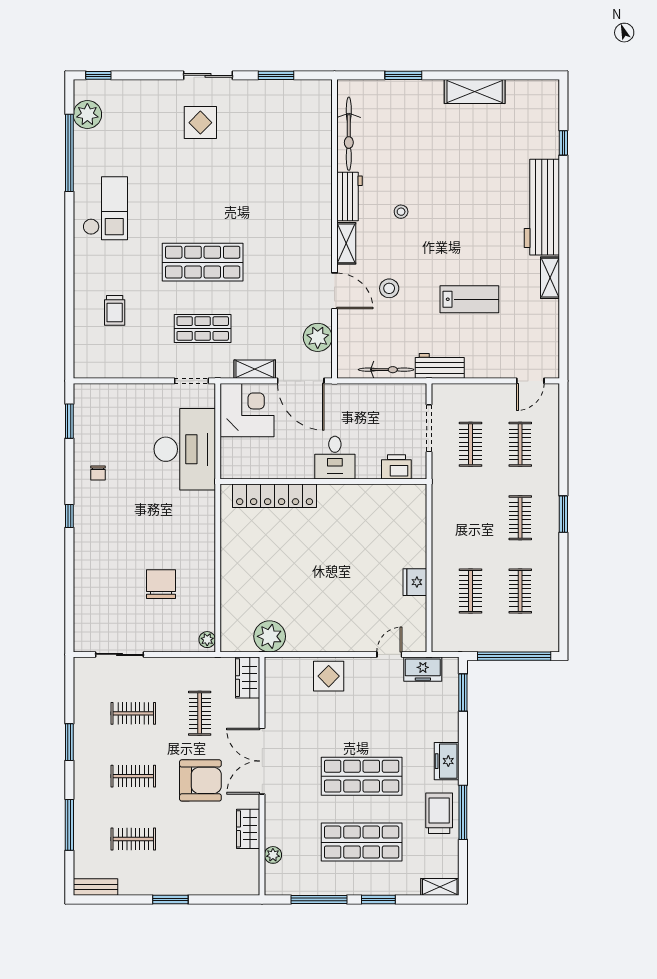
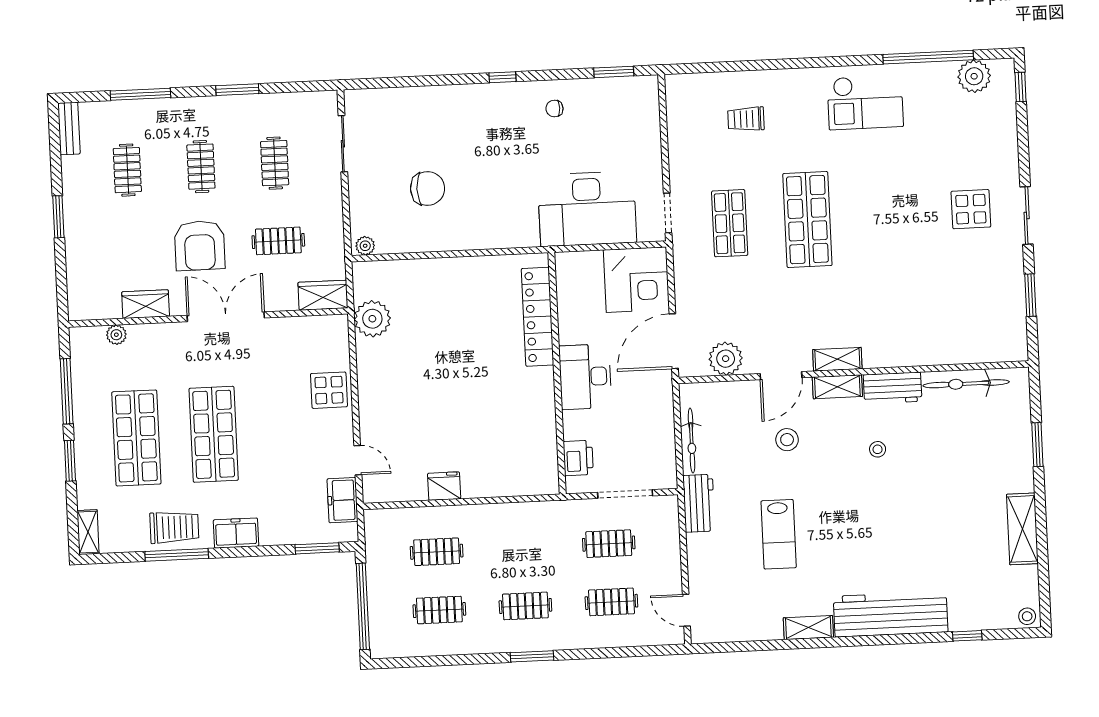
stool: (549, 91) -> (1027, 616), added
shelving: (255, 369) -> (837, 359), moved, turned 90
desk: (335, 458) -> (585, 377), width x1.37

